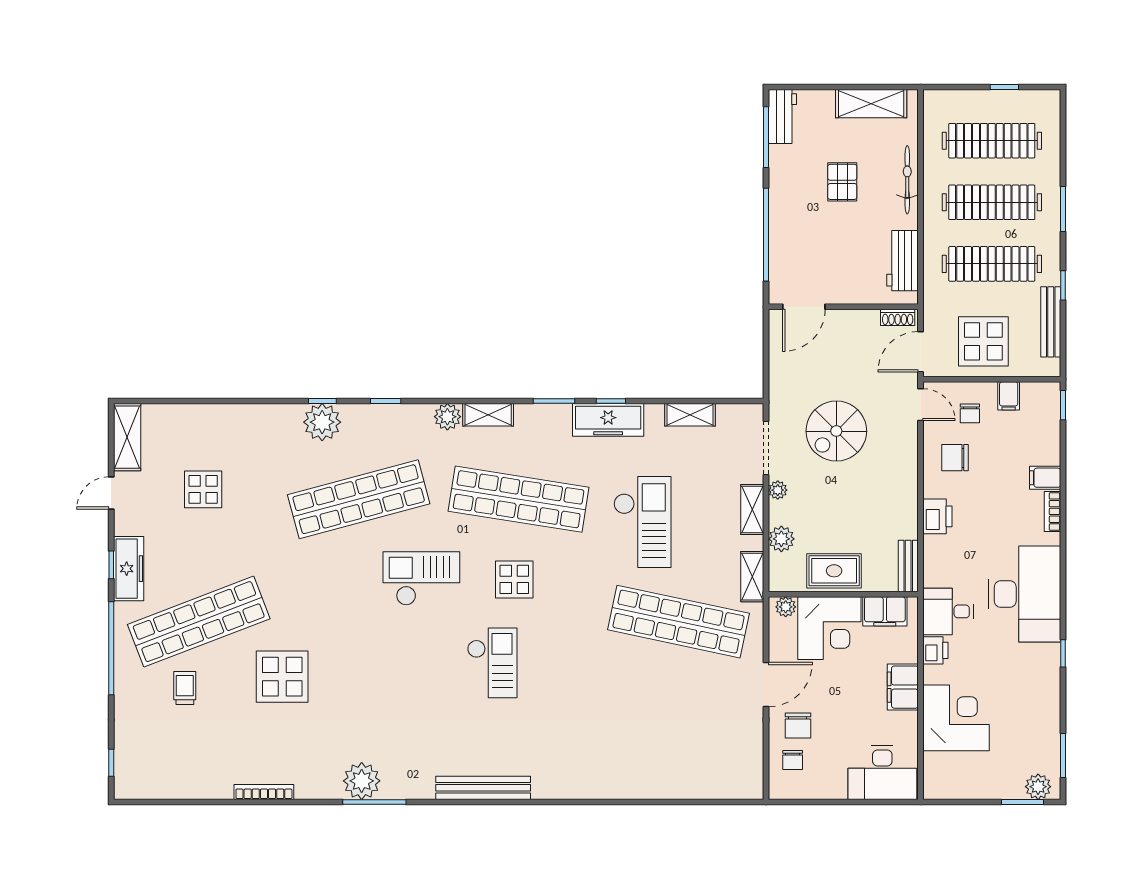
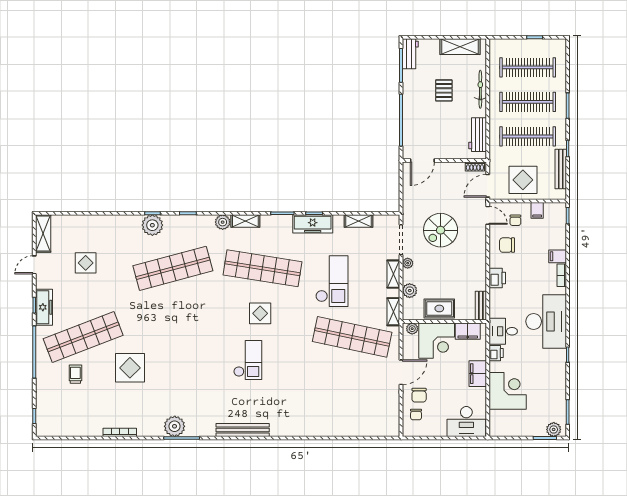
checkout: (421, 578) -> (208, 313), removed

